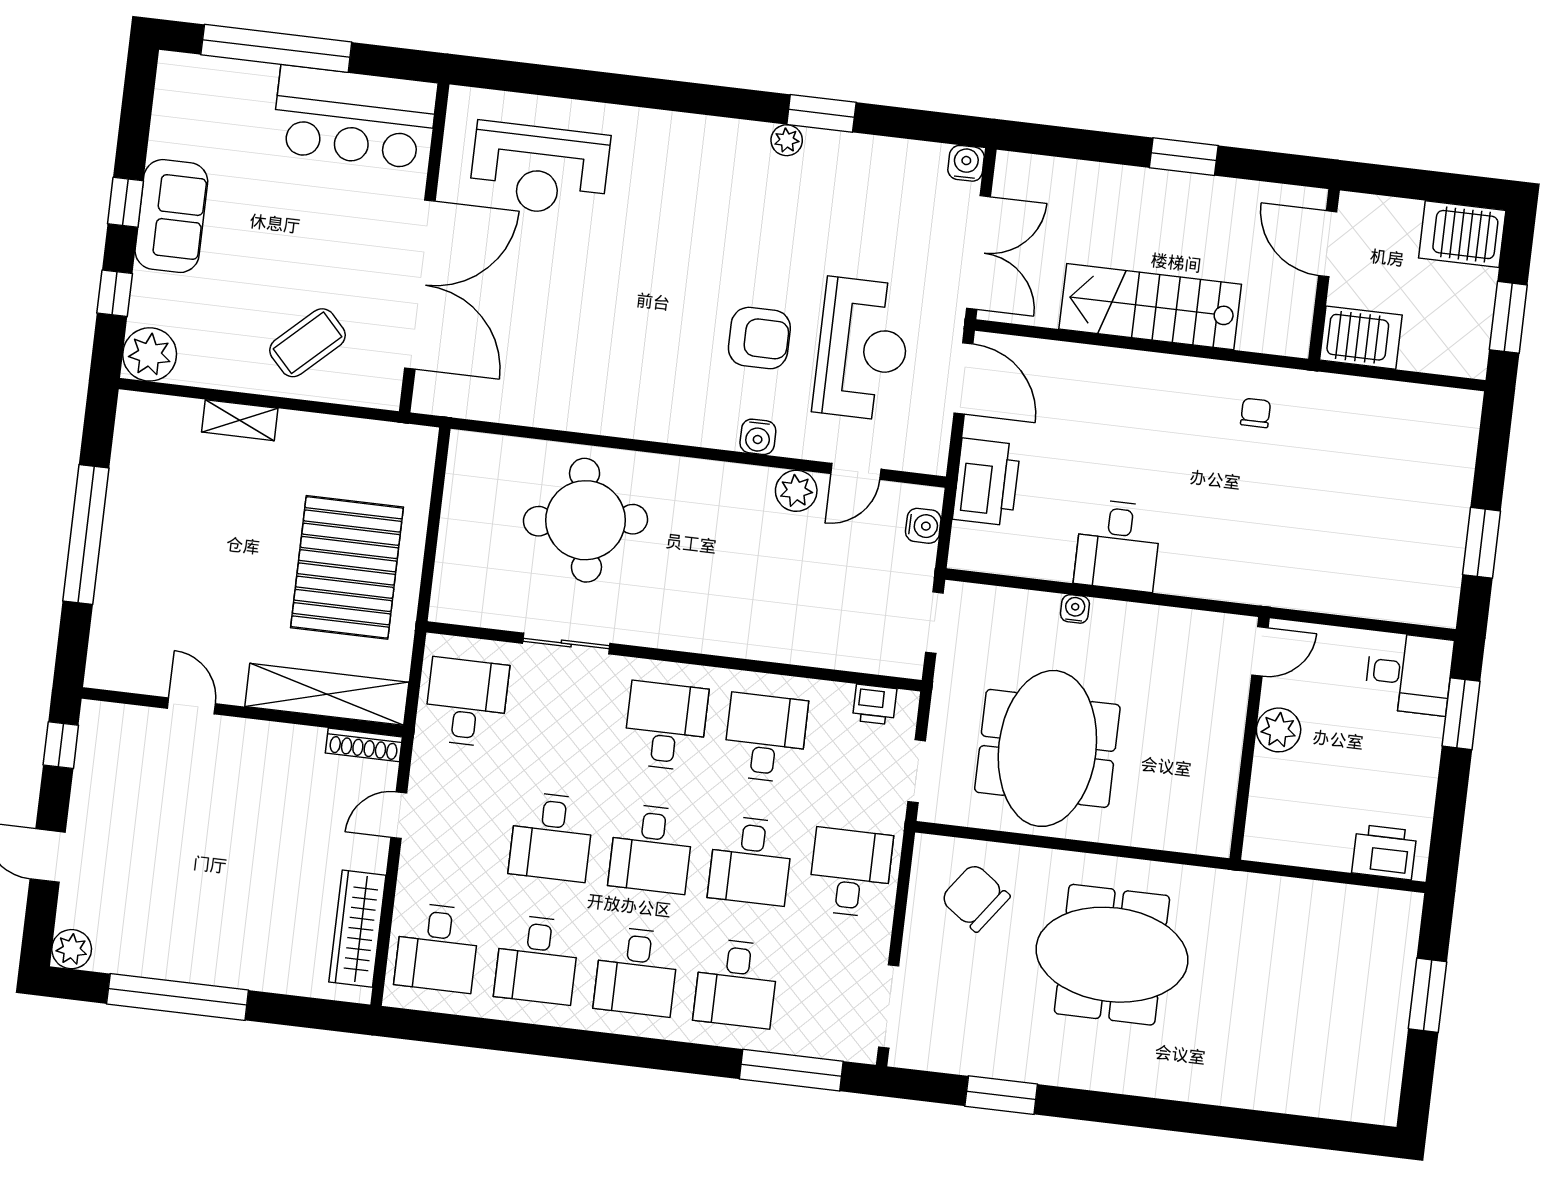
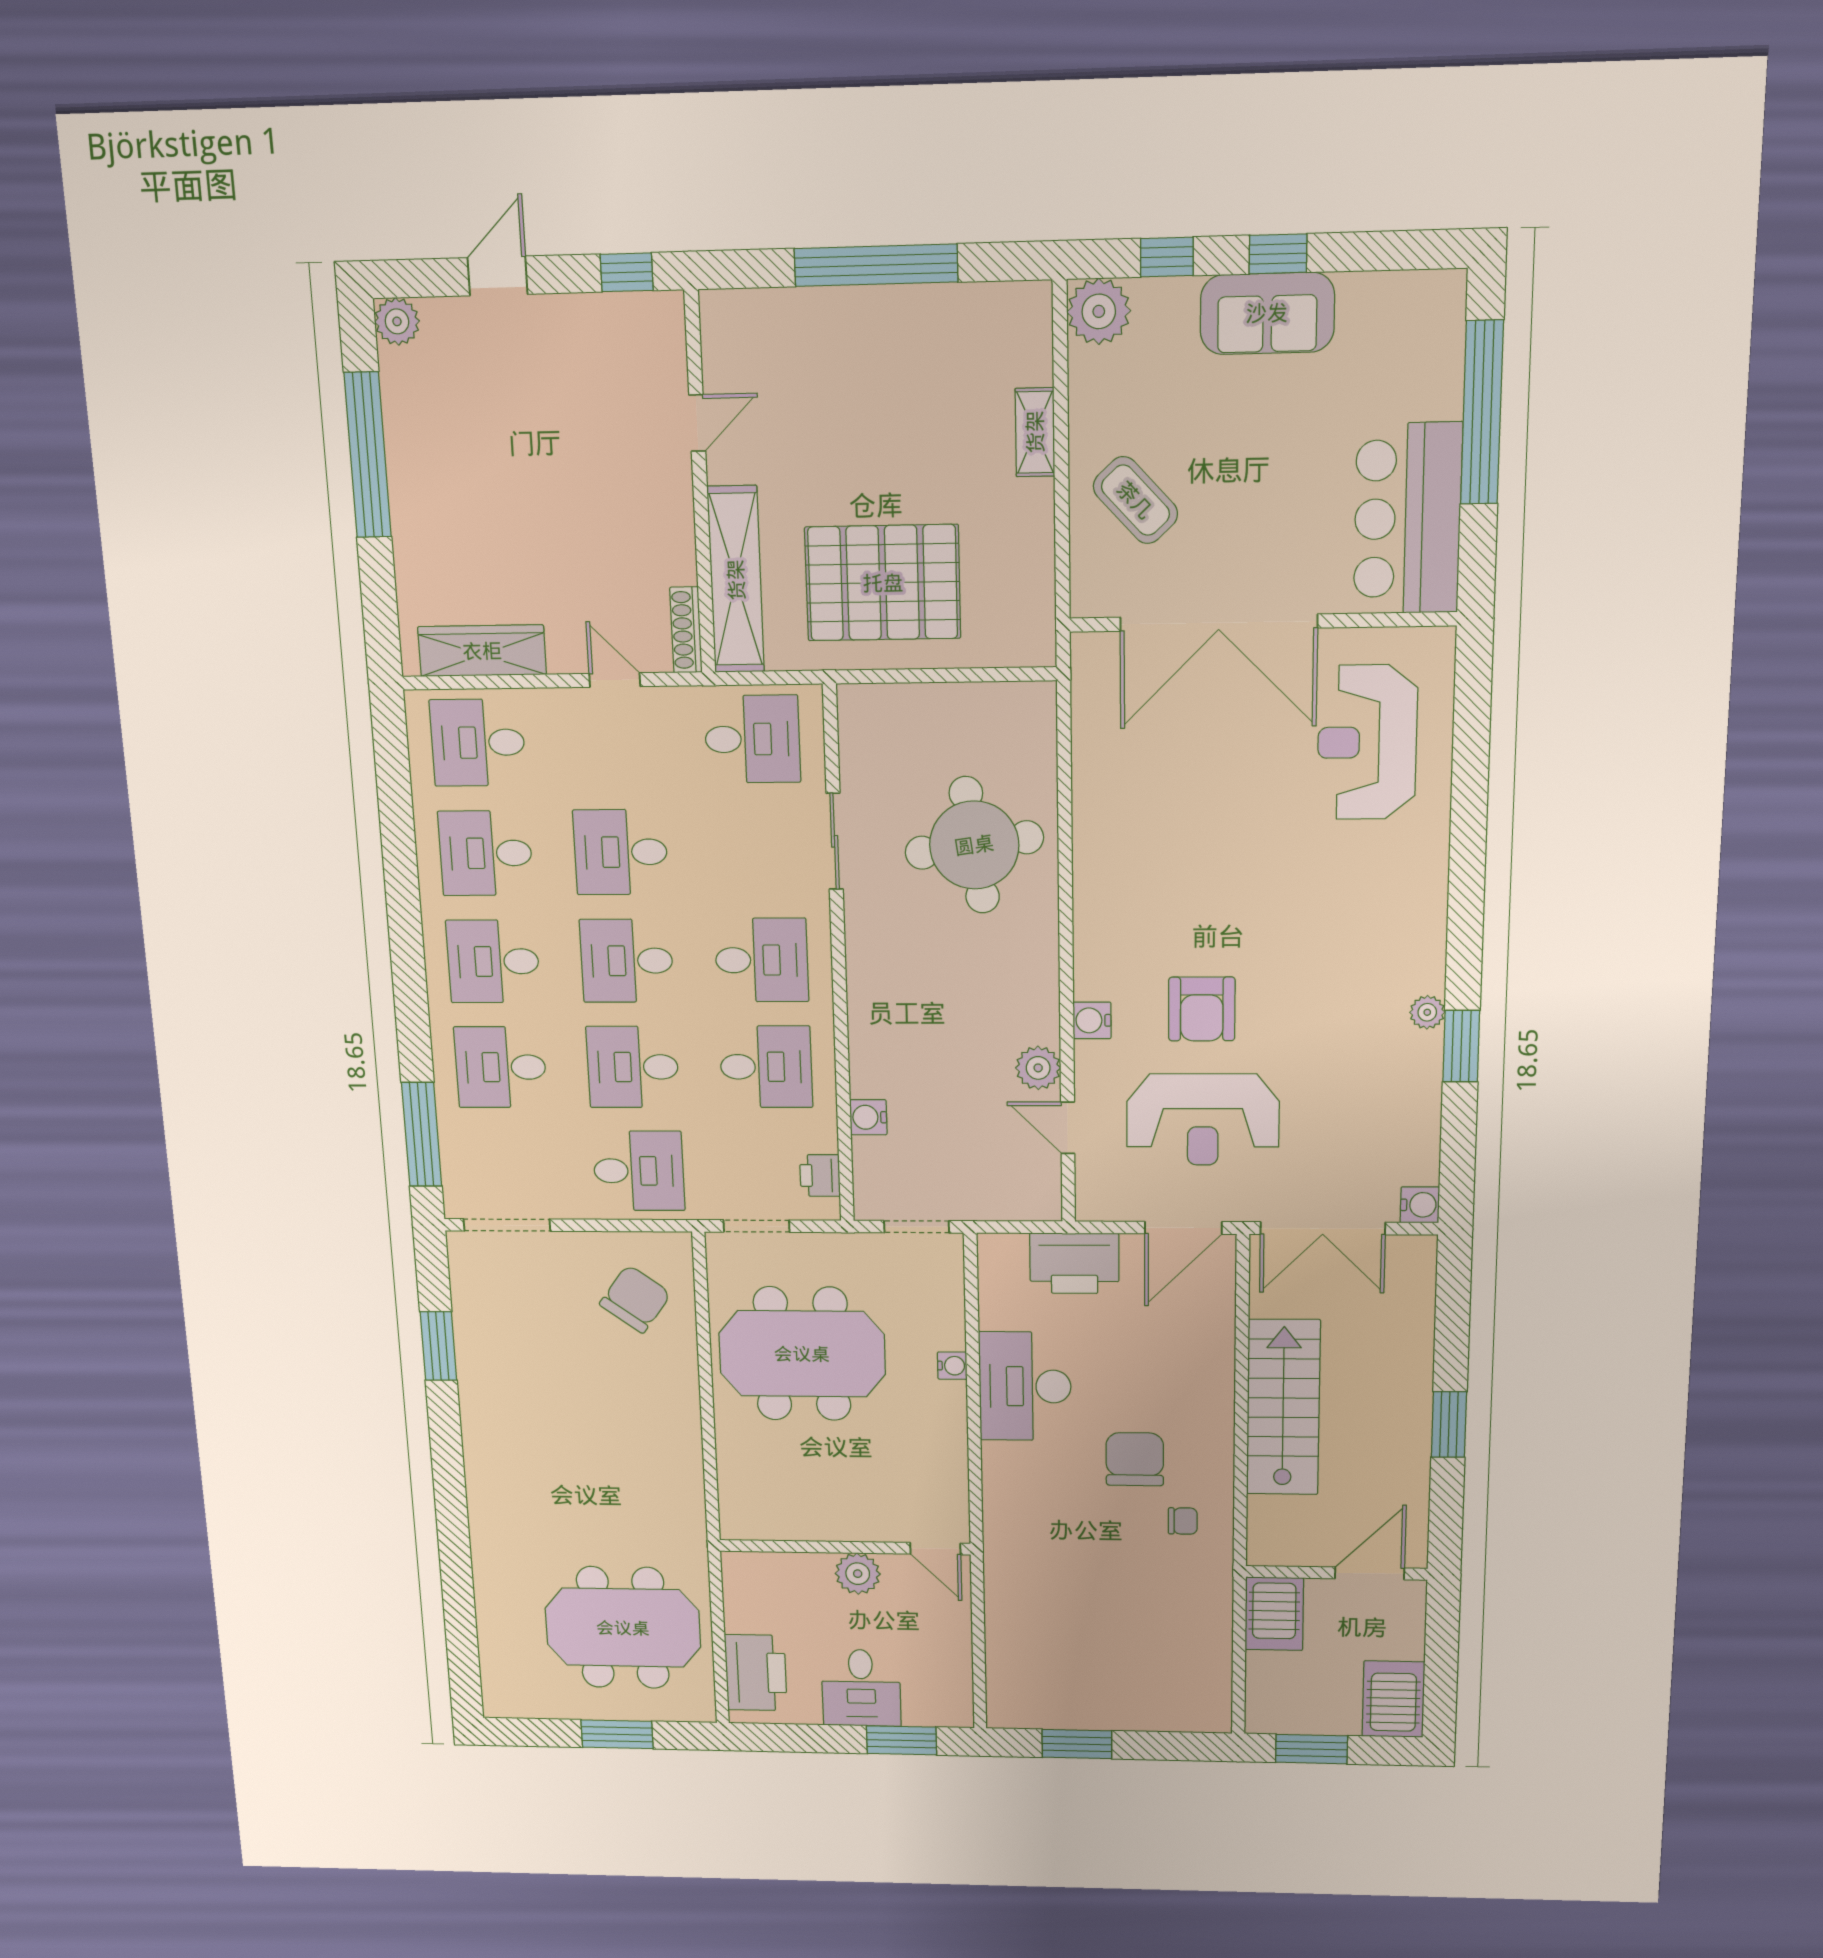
chair: (1188, 450) -> (1135, 1459), added
water cooler: (923, 526) -> (868, 1117), moved, turned 90
desk: (1118, 545) -> (1025, 1386), width x1.37
desk: (1409, 674) -> (861, 1688), moved
printer: (1384, 852) -> (756, 1673), width x1.37, depth x1.19
meeting table: (1112, 955) -> (623, 1628), moved, turned 90

